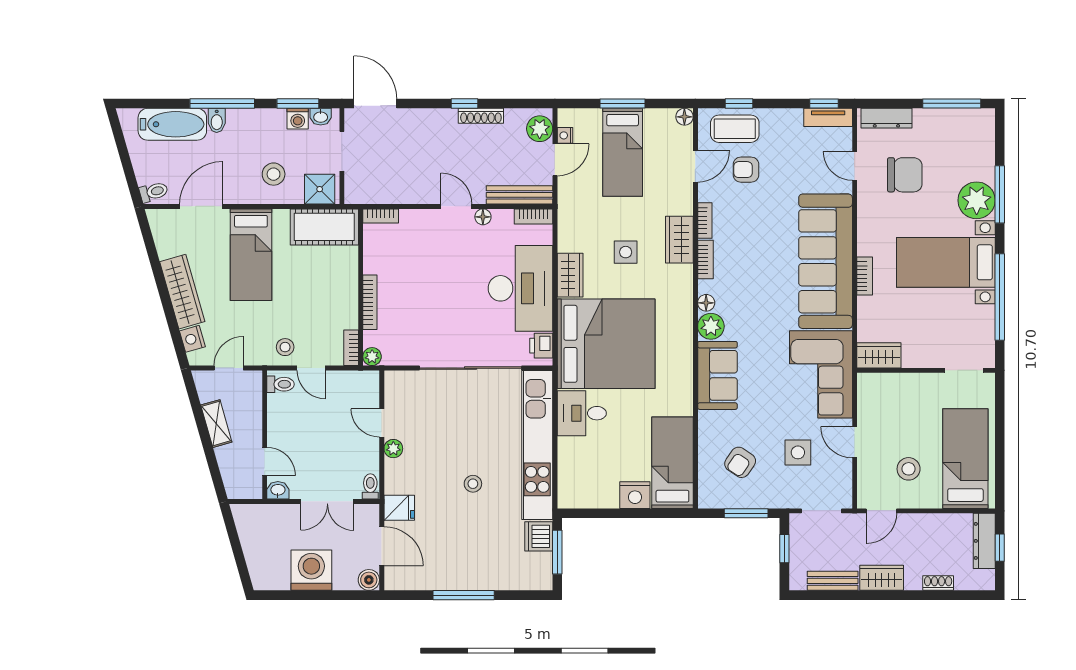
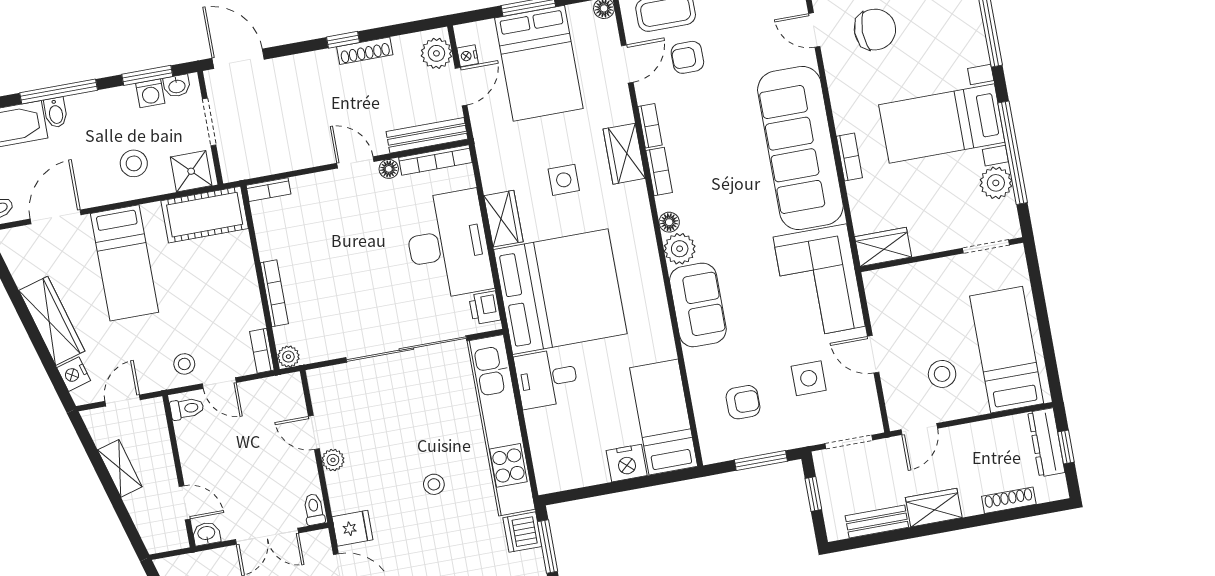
bed: (623, 152) -> (539, 63), width x1.50
plant: (977, 200) -> (996, 183), moved, width x0.73, depth x0.73
bookcase: (533, 216) -> (435, 160), width x1.56
armchair: (740, 462) -> (743, 402), turned -124
shoe rack: (938, 583) -> (1009, 500), width x1.43

